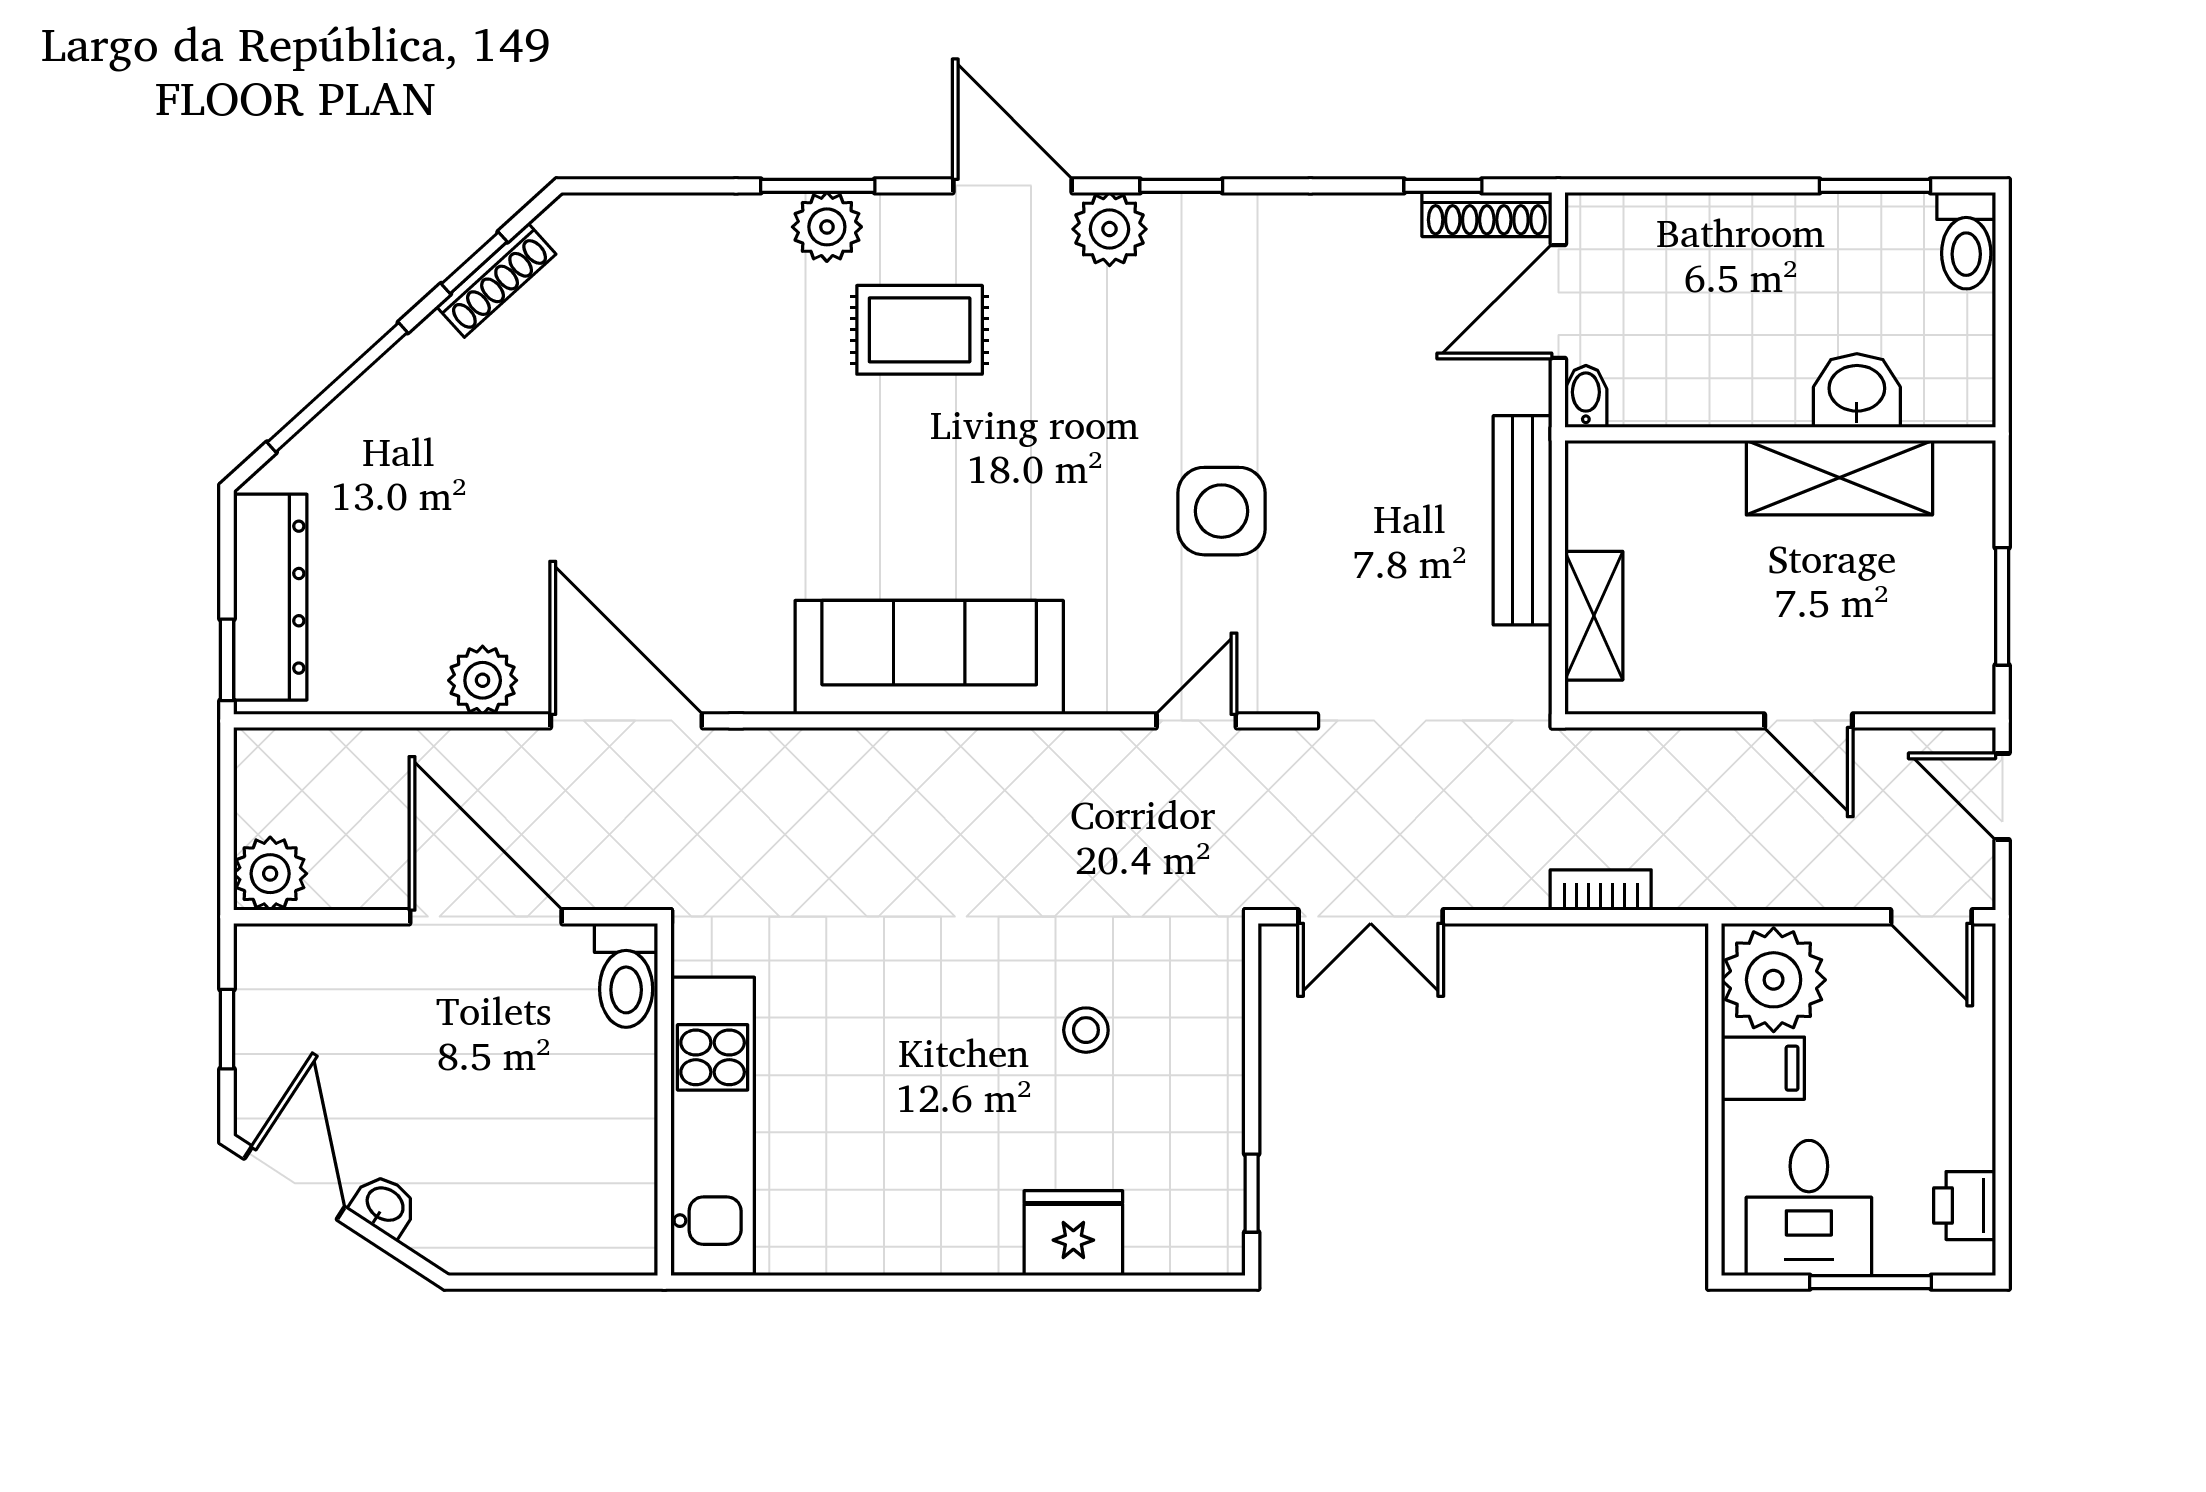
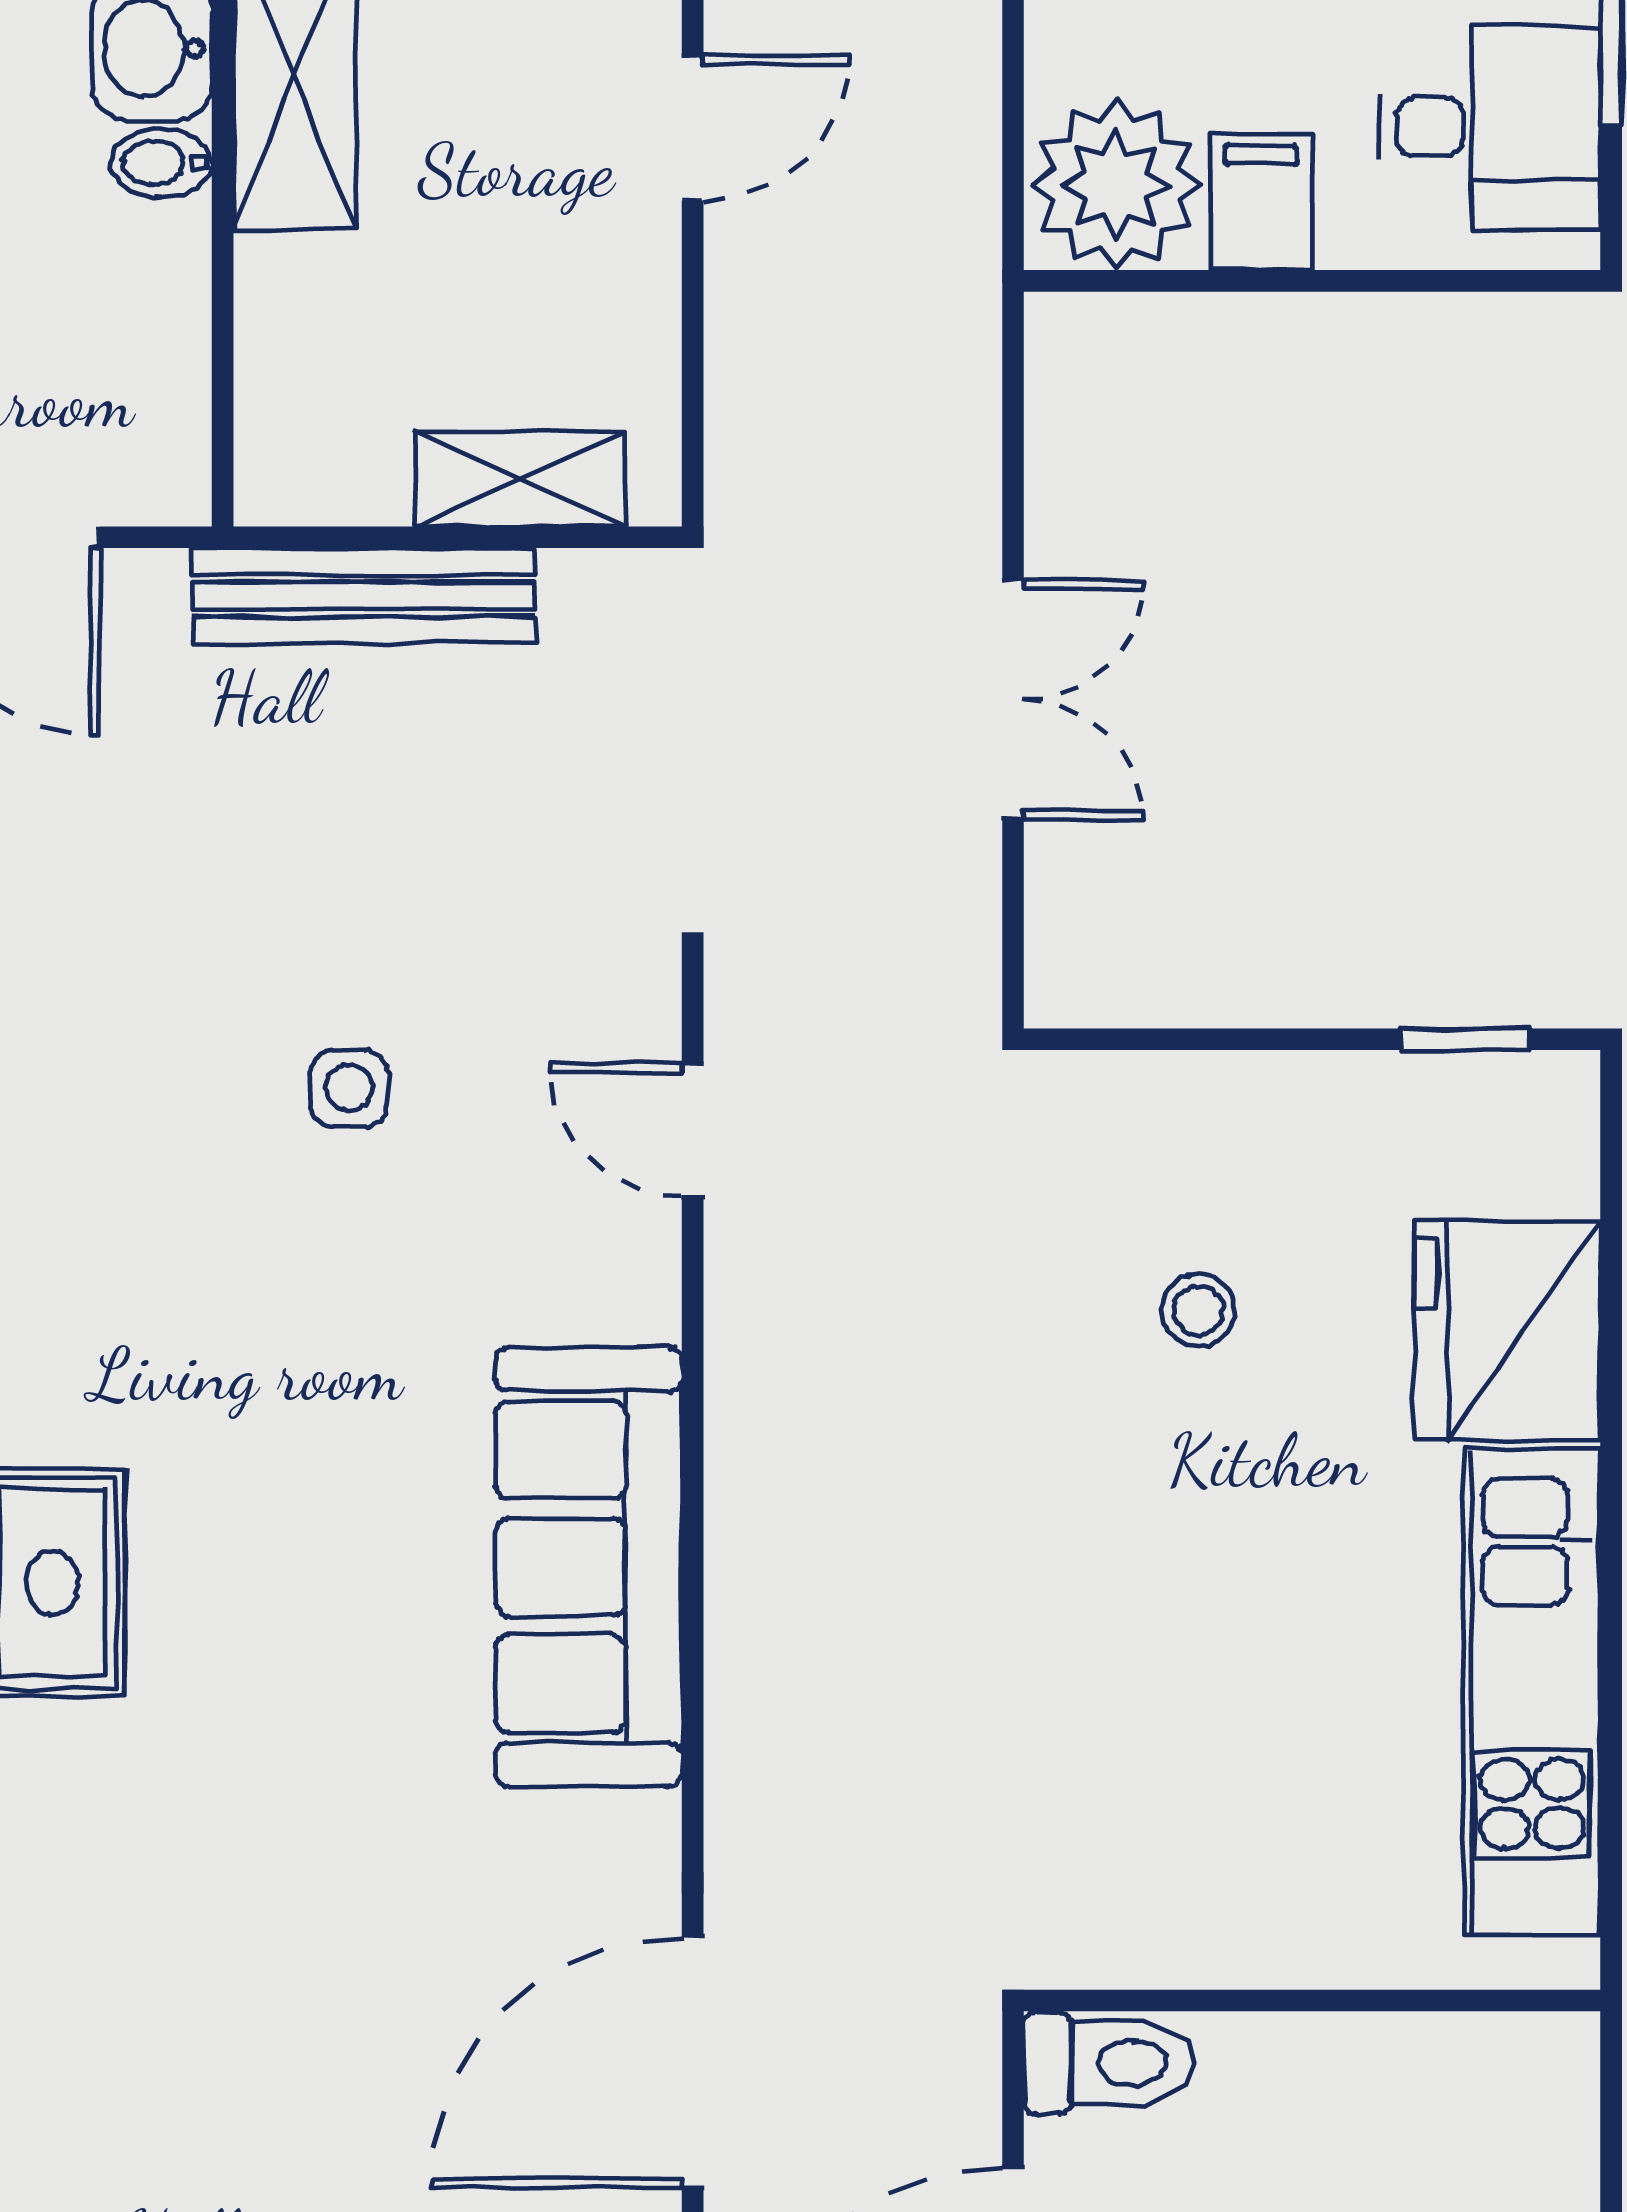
bidet: (1586, 396) -> (161, 163), moved
side table: (1222, 511) -> (349, 1088), width x0.54, depth x0.54
bookcase: (1601, 890) -> (969, 468), removed
double door: (1371, 917) -> (1013, 700), moved
kitchen unit: (713, 1126) -> (1532, 1692), moved, turned -90
fridge: (1073, 1233) -> (1507, 1331), width x1.36, depth x1.34

